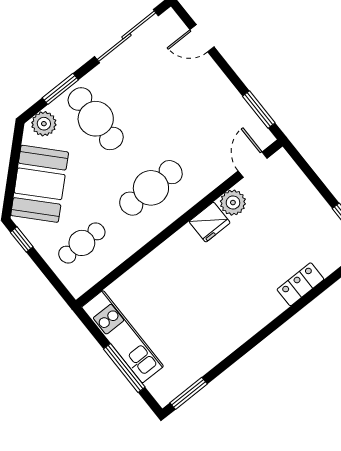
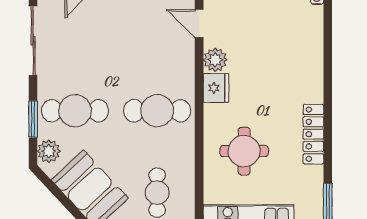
cafe table: (151, 188) -> (157, 111), turned 90
locker: (300, 284) -> (313, 134), moved, width x1.53
round table: (175, 288) -> (244, 151), added

